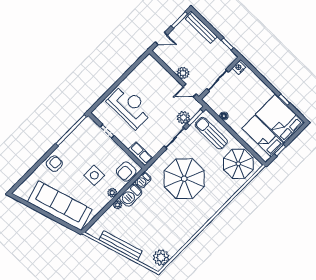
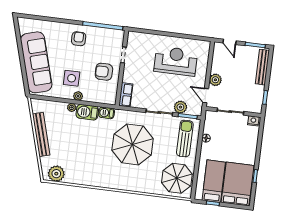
reception desk: (130, 107) -> (176, 61), moved, turned -90
armchair: (54, 164) -> (79, 39), moved, turned -90
armchair: (126, 172) -> (104, 72), moved
side table: (94, 175) -> (72, 78), moved

